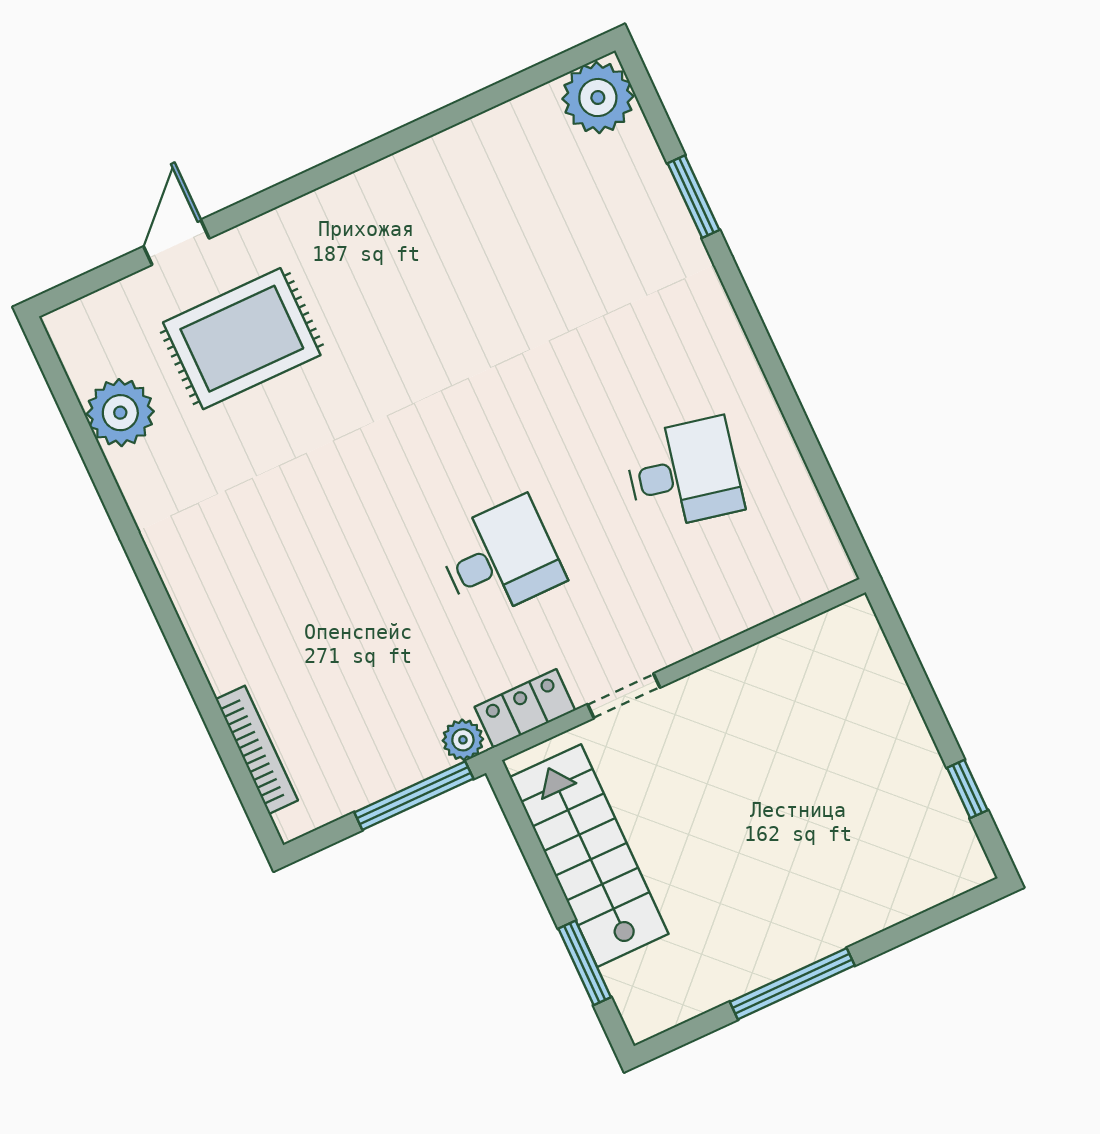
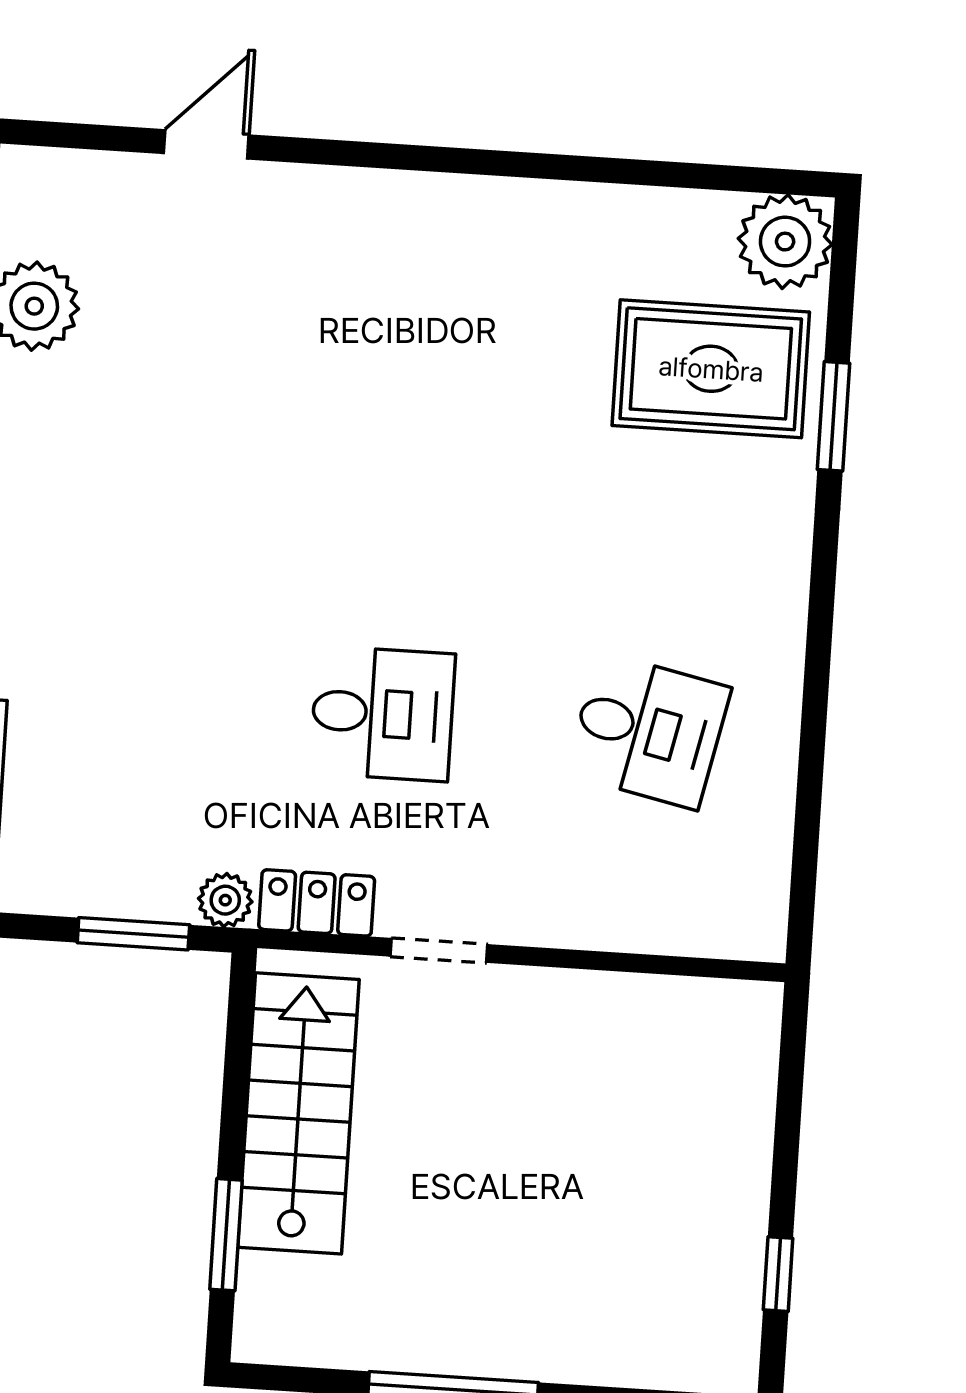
rug: (242, 339) -> (711, 369), moved
window: (414, 796) -> (133, 934), width x0.69

